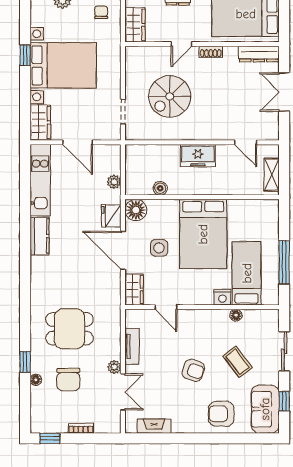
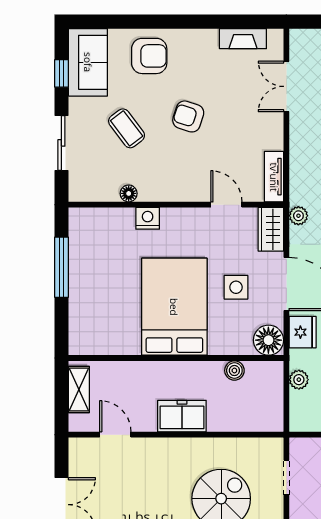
bed: (247, 273) -> (114, 252), removed
tv unit: (132, 346) -> (274, 177), moved
plant: (114, 367) -> (298, 216), moved

